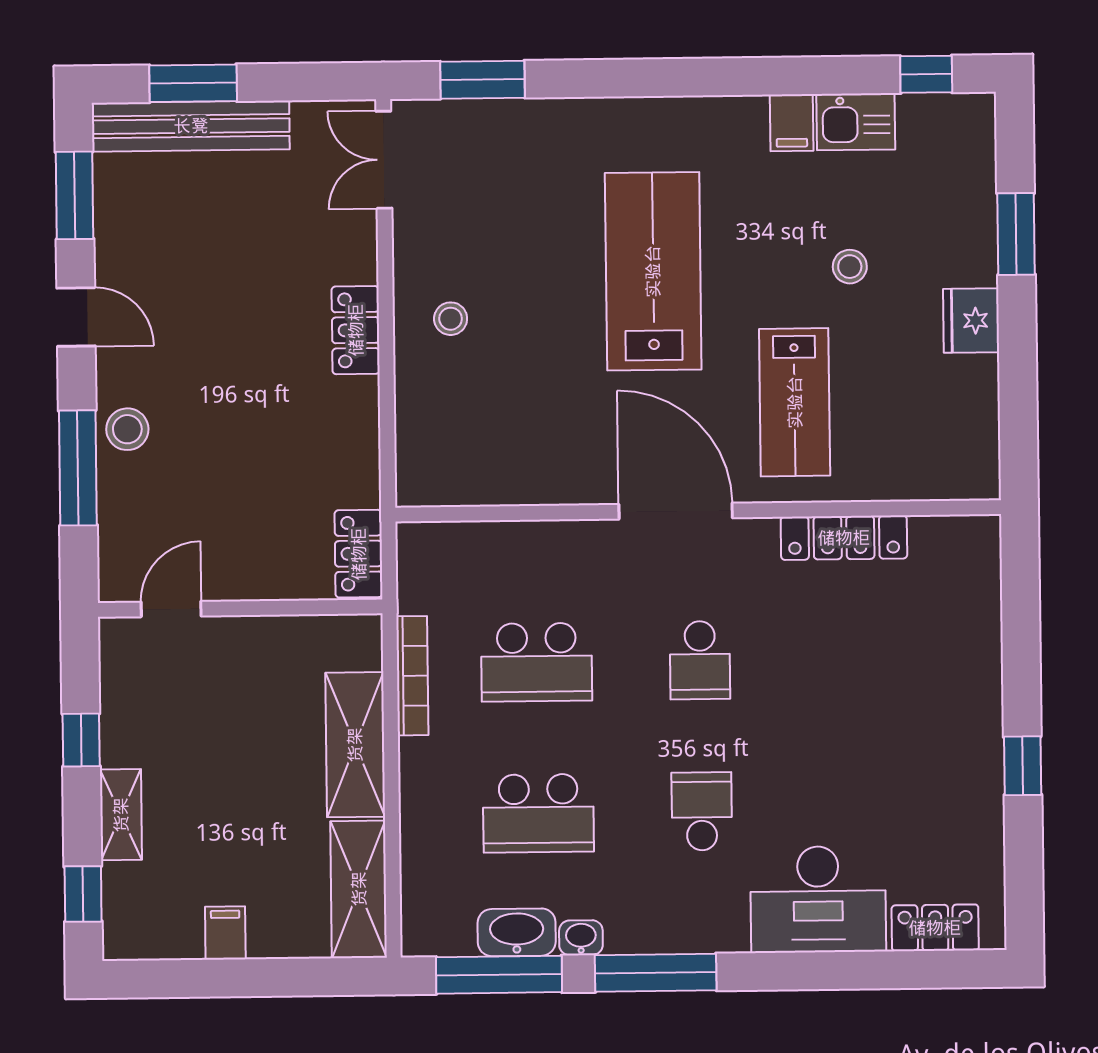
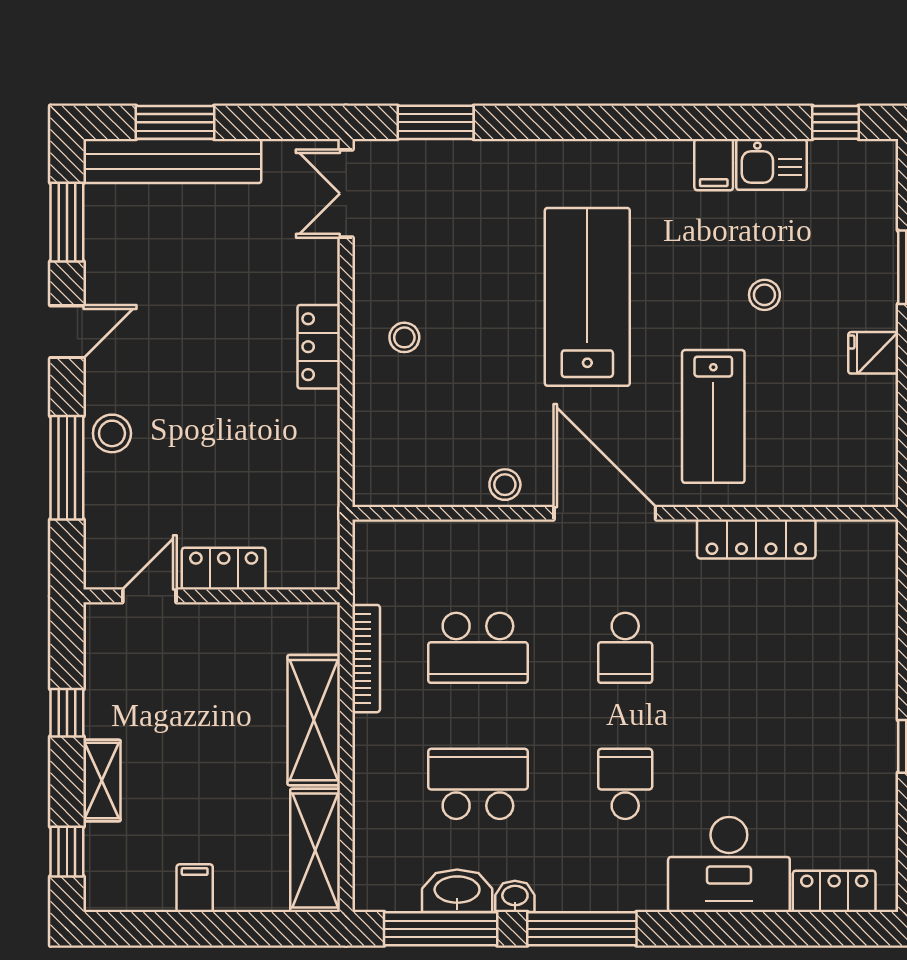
door: (76, 317) -> (67, 332), hinge flipped
fridge: (971, 321) -> (873, 353), width x0.72
stool: (564, 481) -> (505, 485), added
locker: (359, 554) -> (224, 569), moved, turned 90
school desk: (538, 813) -> (478, 784), turned 180

